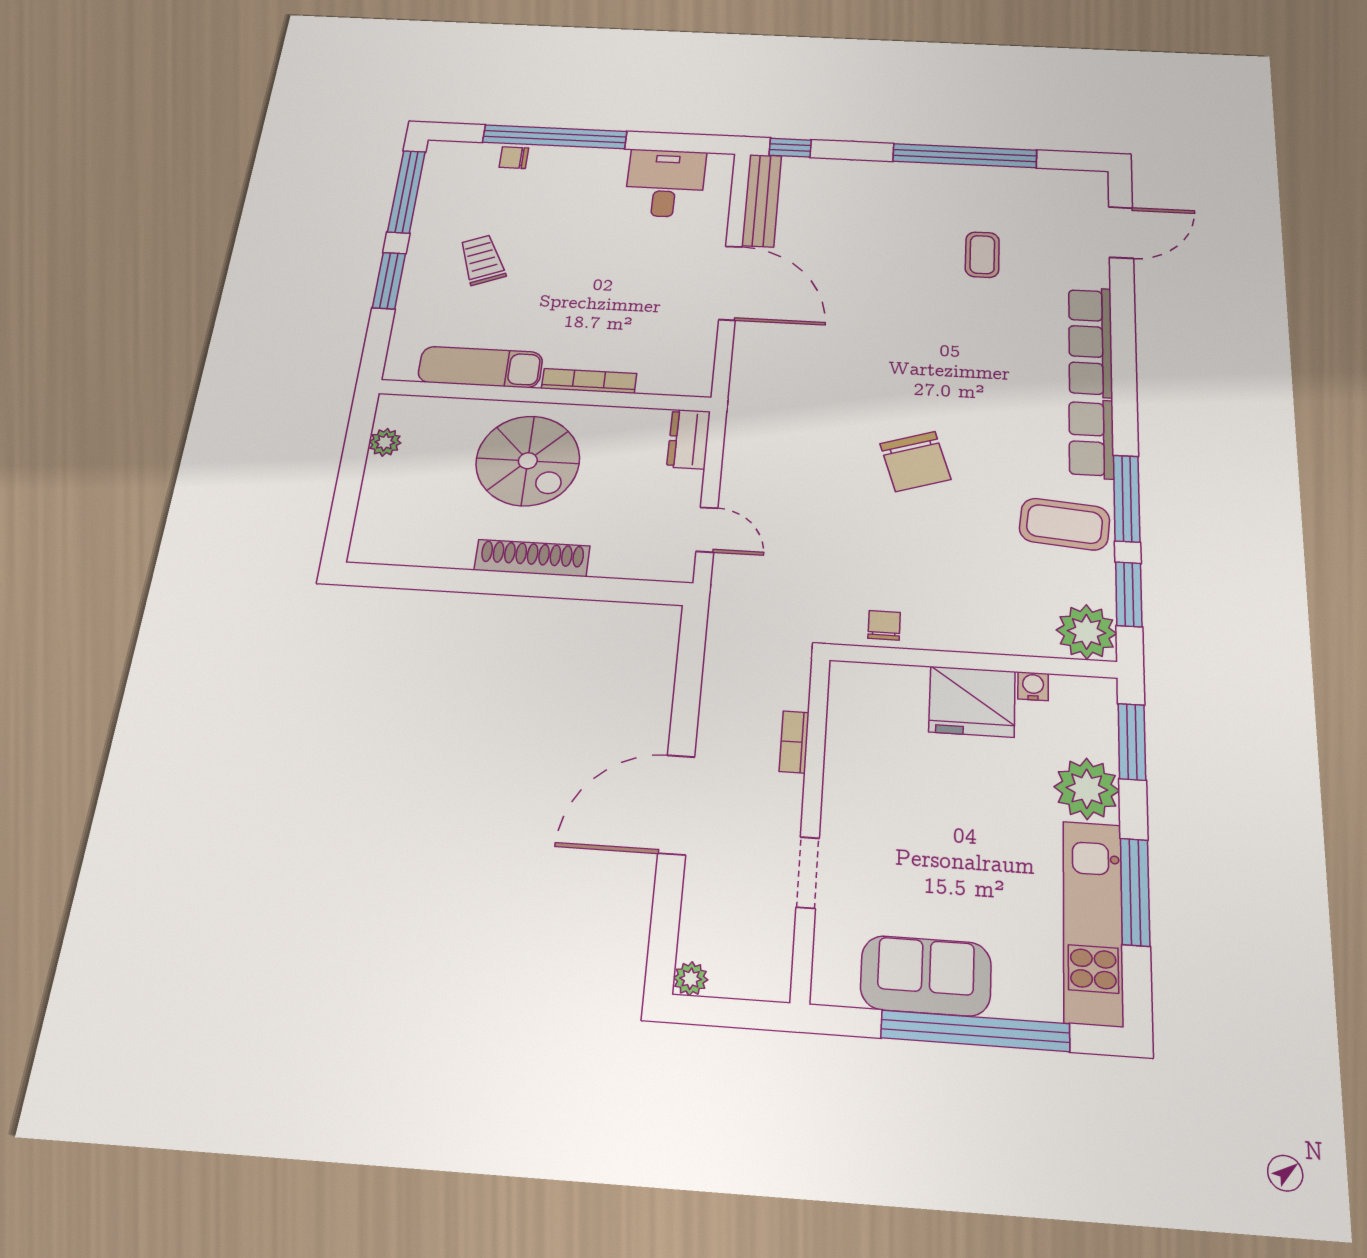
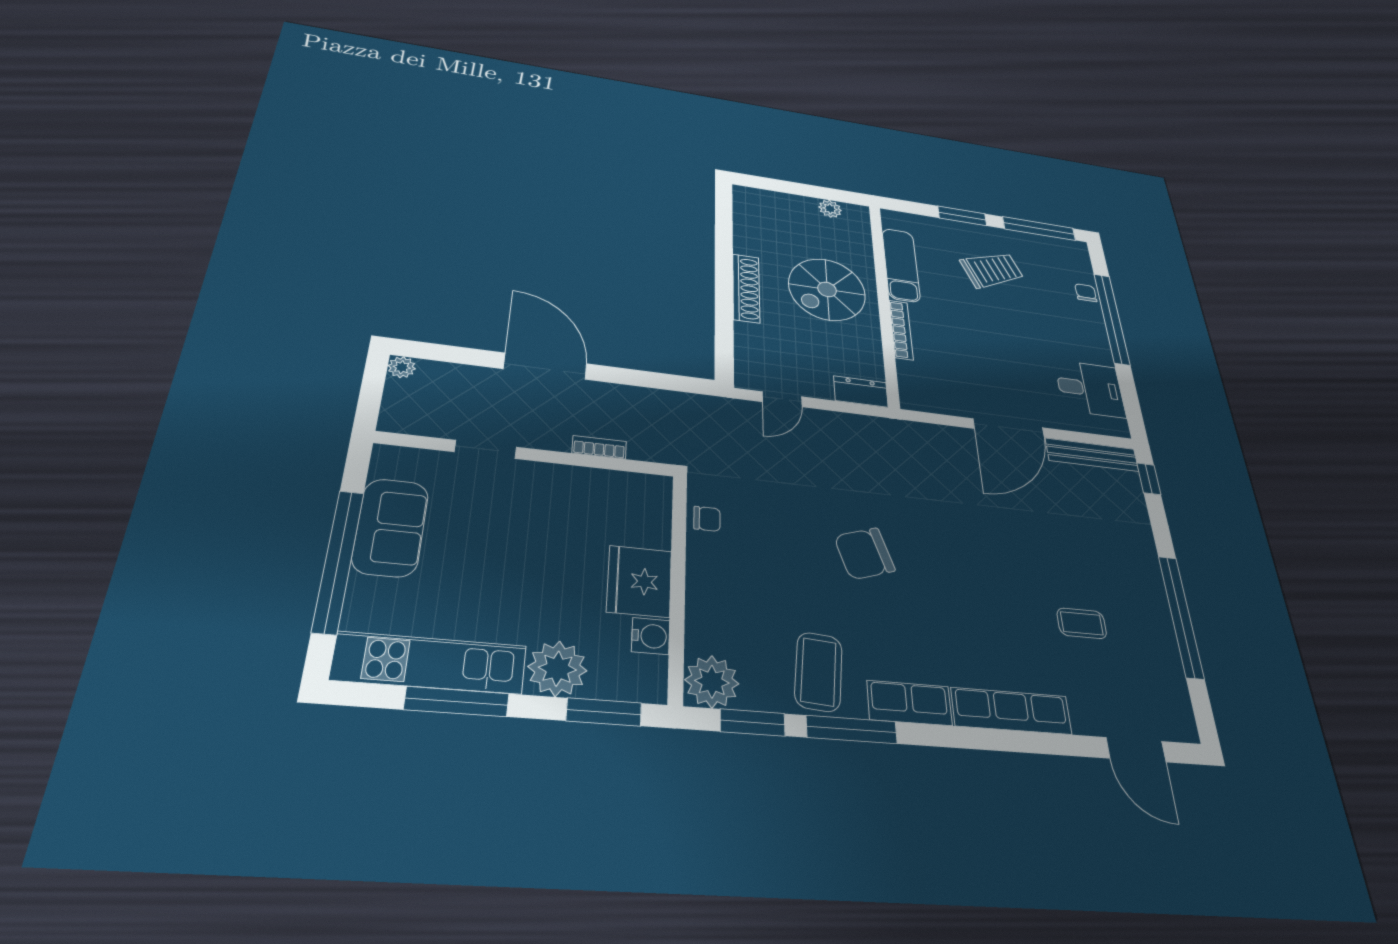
trolley: (482, 260) -> (992, 270), width x1.36, depth x1.39
water cooler: (1033, 686) -> (651, 636), width x1.38, depth x1.38

